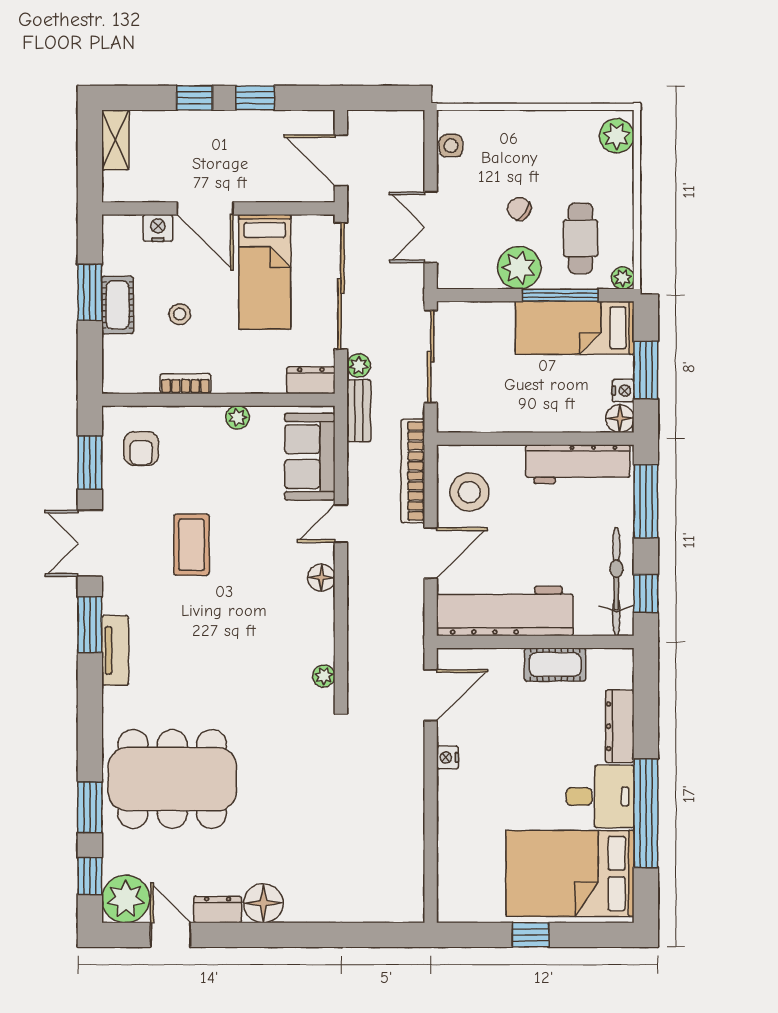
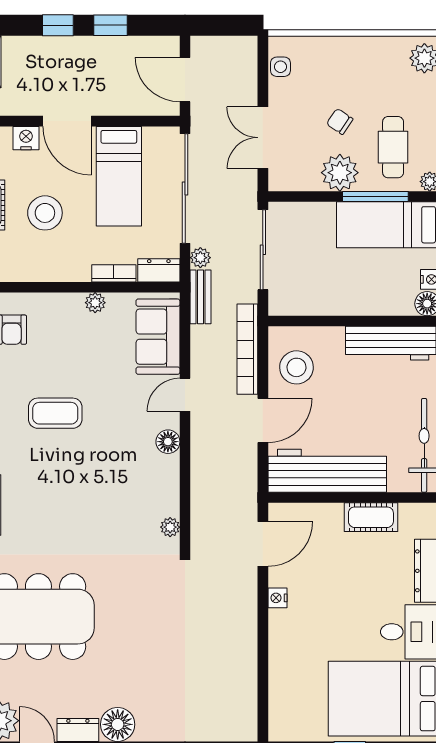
stool: (180, 314) -> (45, 213), width x1.89, depth x1.89
bookcase: (185, 384) -> (114, 273), moved
coffee table: (192, 545) -> (55, 413), turned 90

